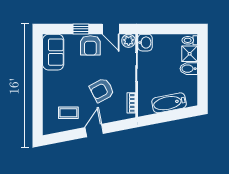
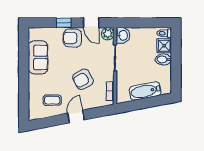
armchair: (90, 45) -> (72, 38), turned 90
sofa: (53, 52) -> (38, 57), moved

